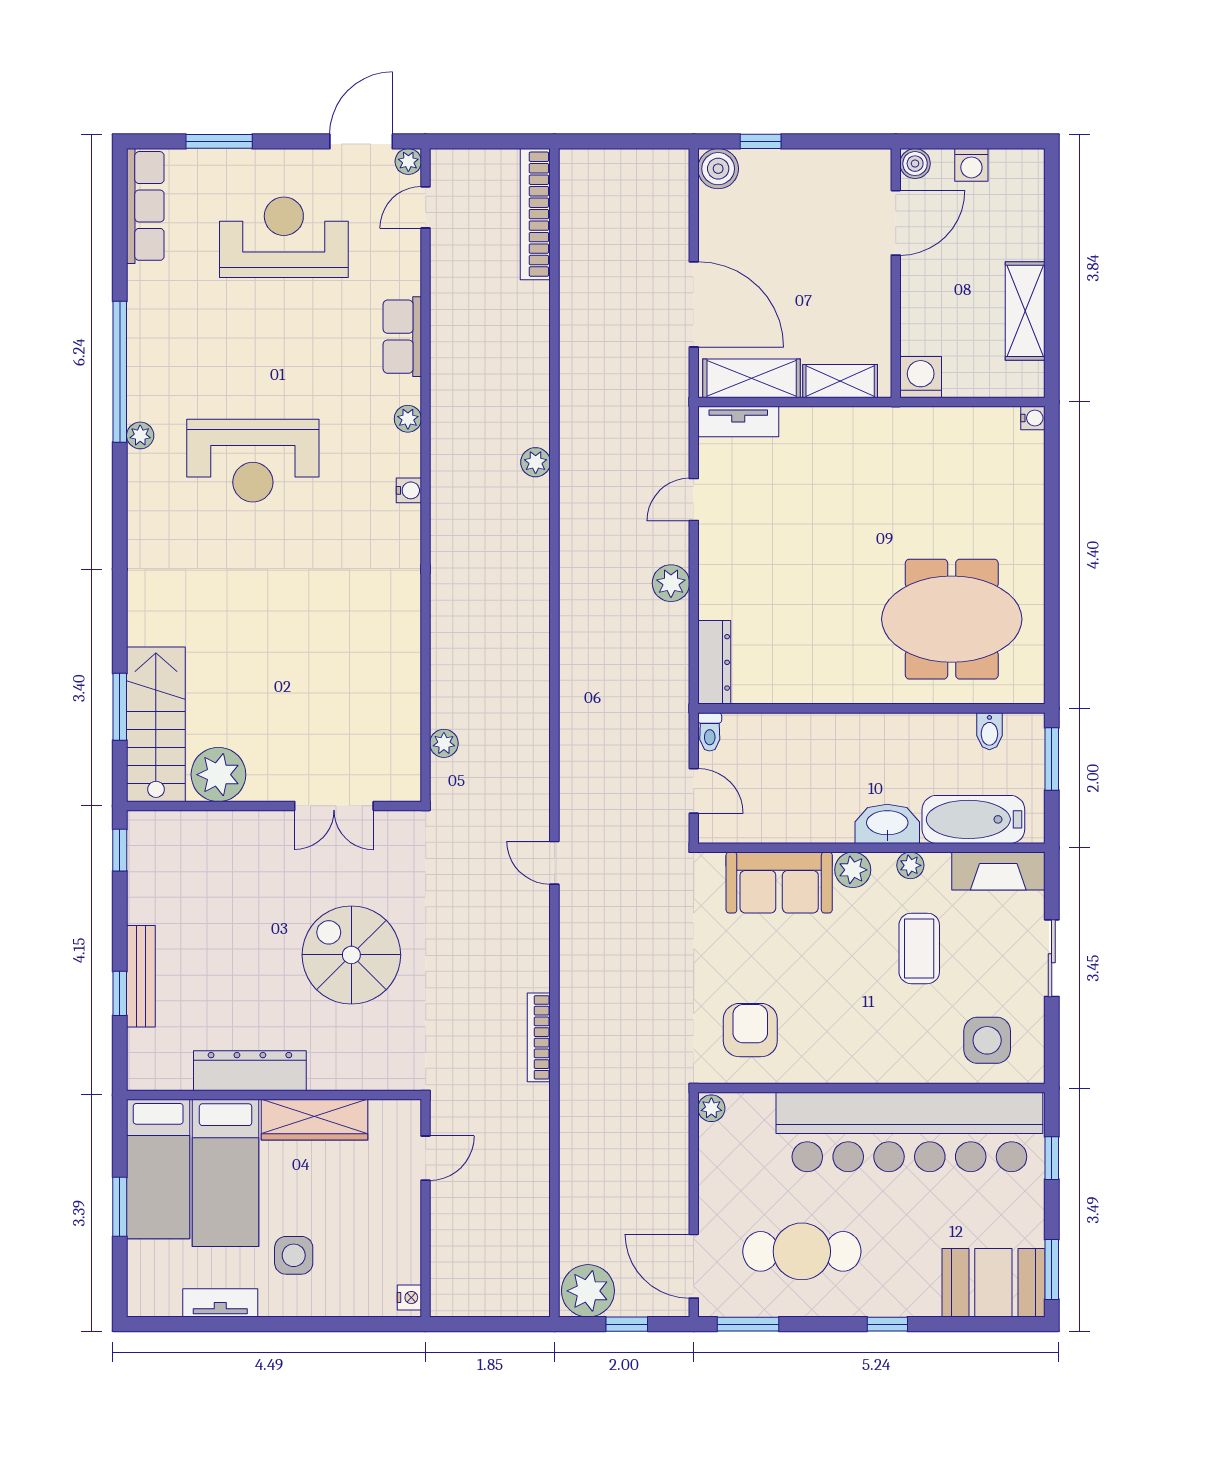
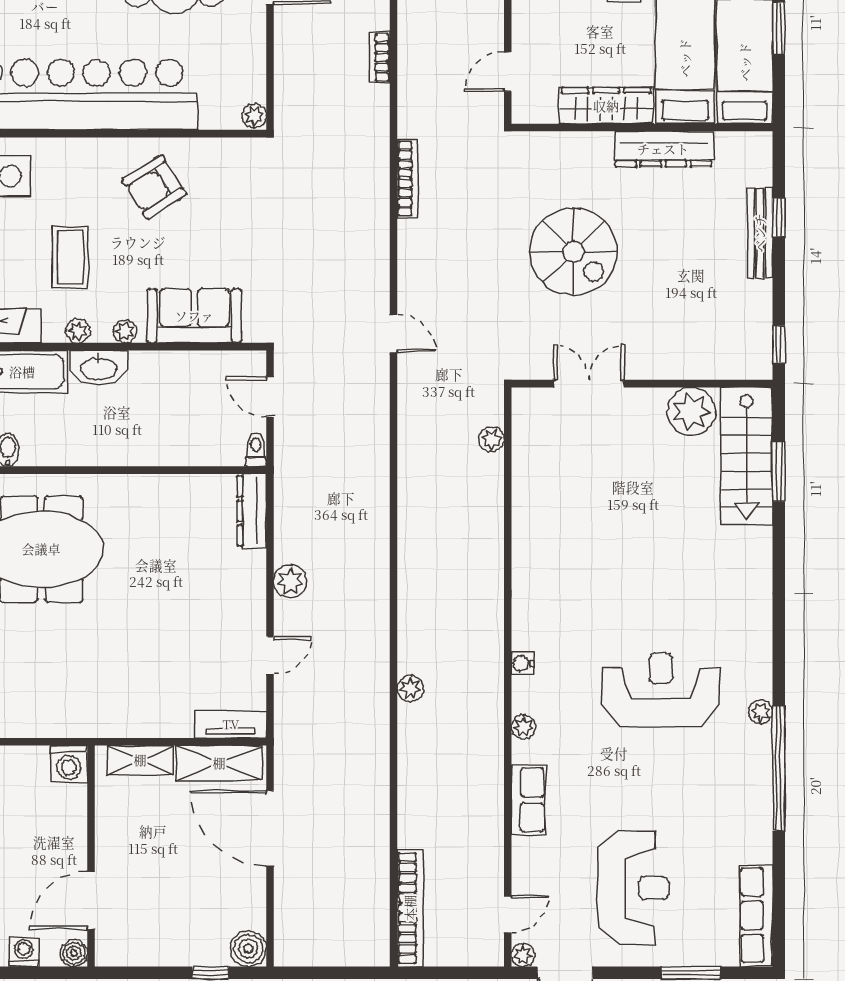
reception desk: (284, 237) -> (633, 888), turned -90
plant: (853, 870) -> (125, 331), width x0.73, depth x0.73
armchair: (750, 1030) -> (154, 187), moved, turned 58
bookcase: (570, 1174) -> (380, 57), added

